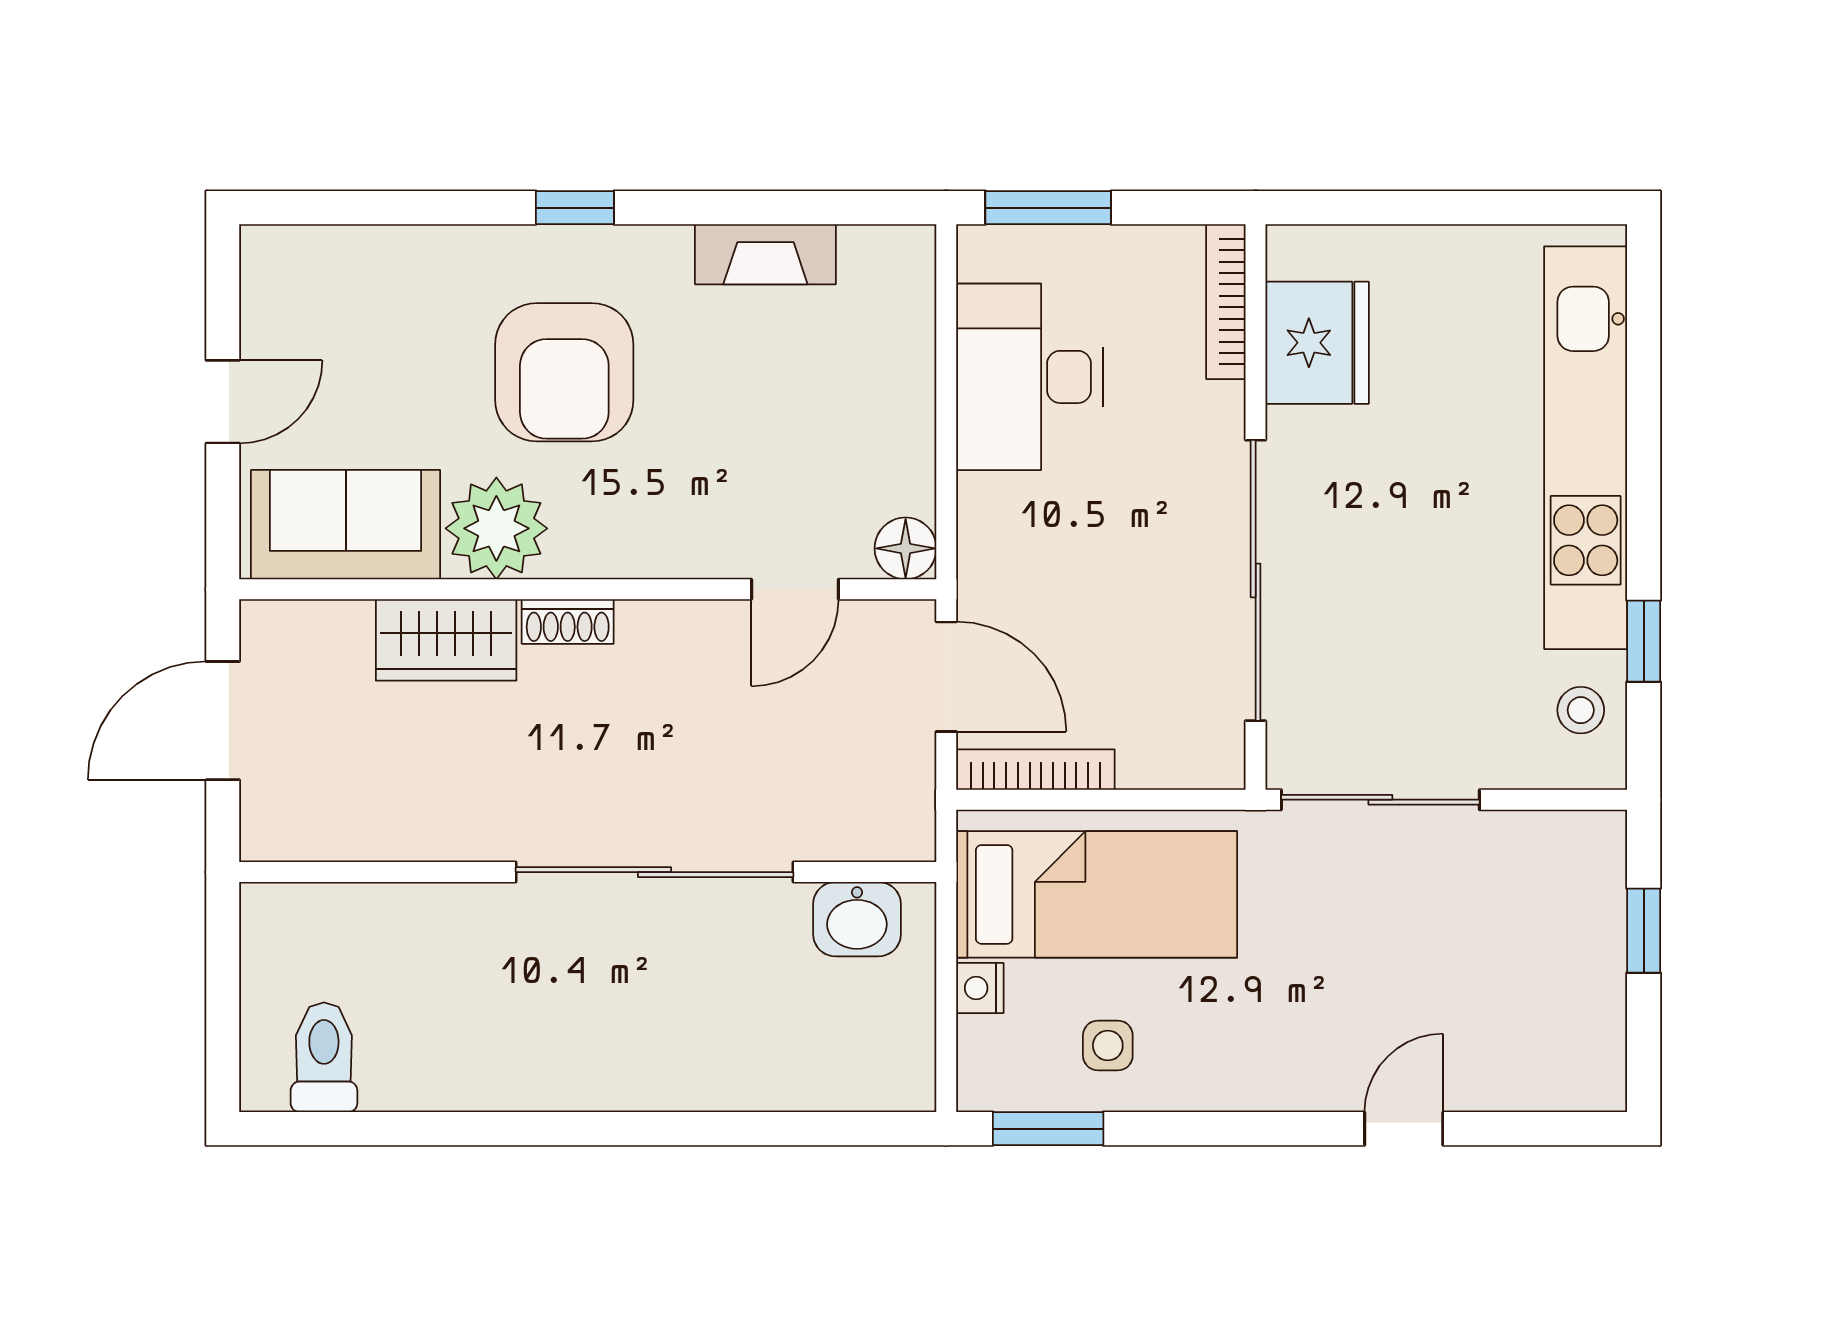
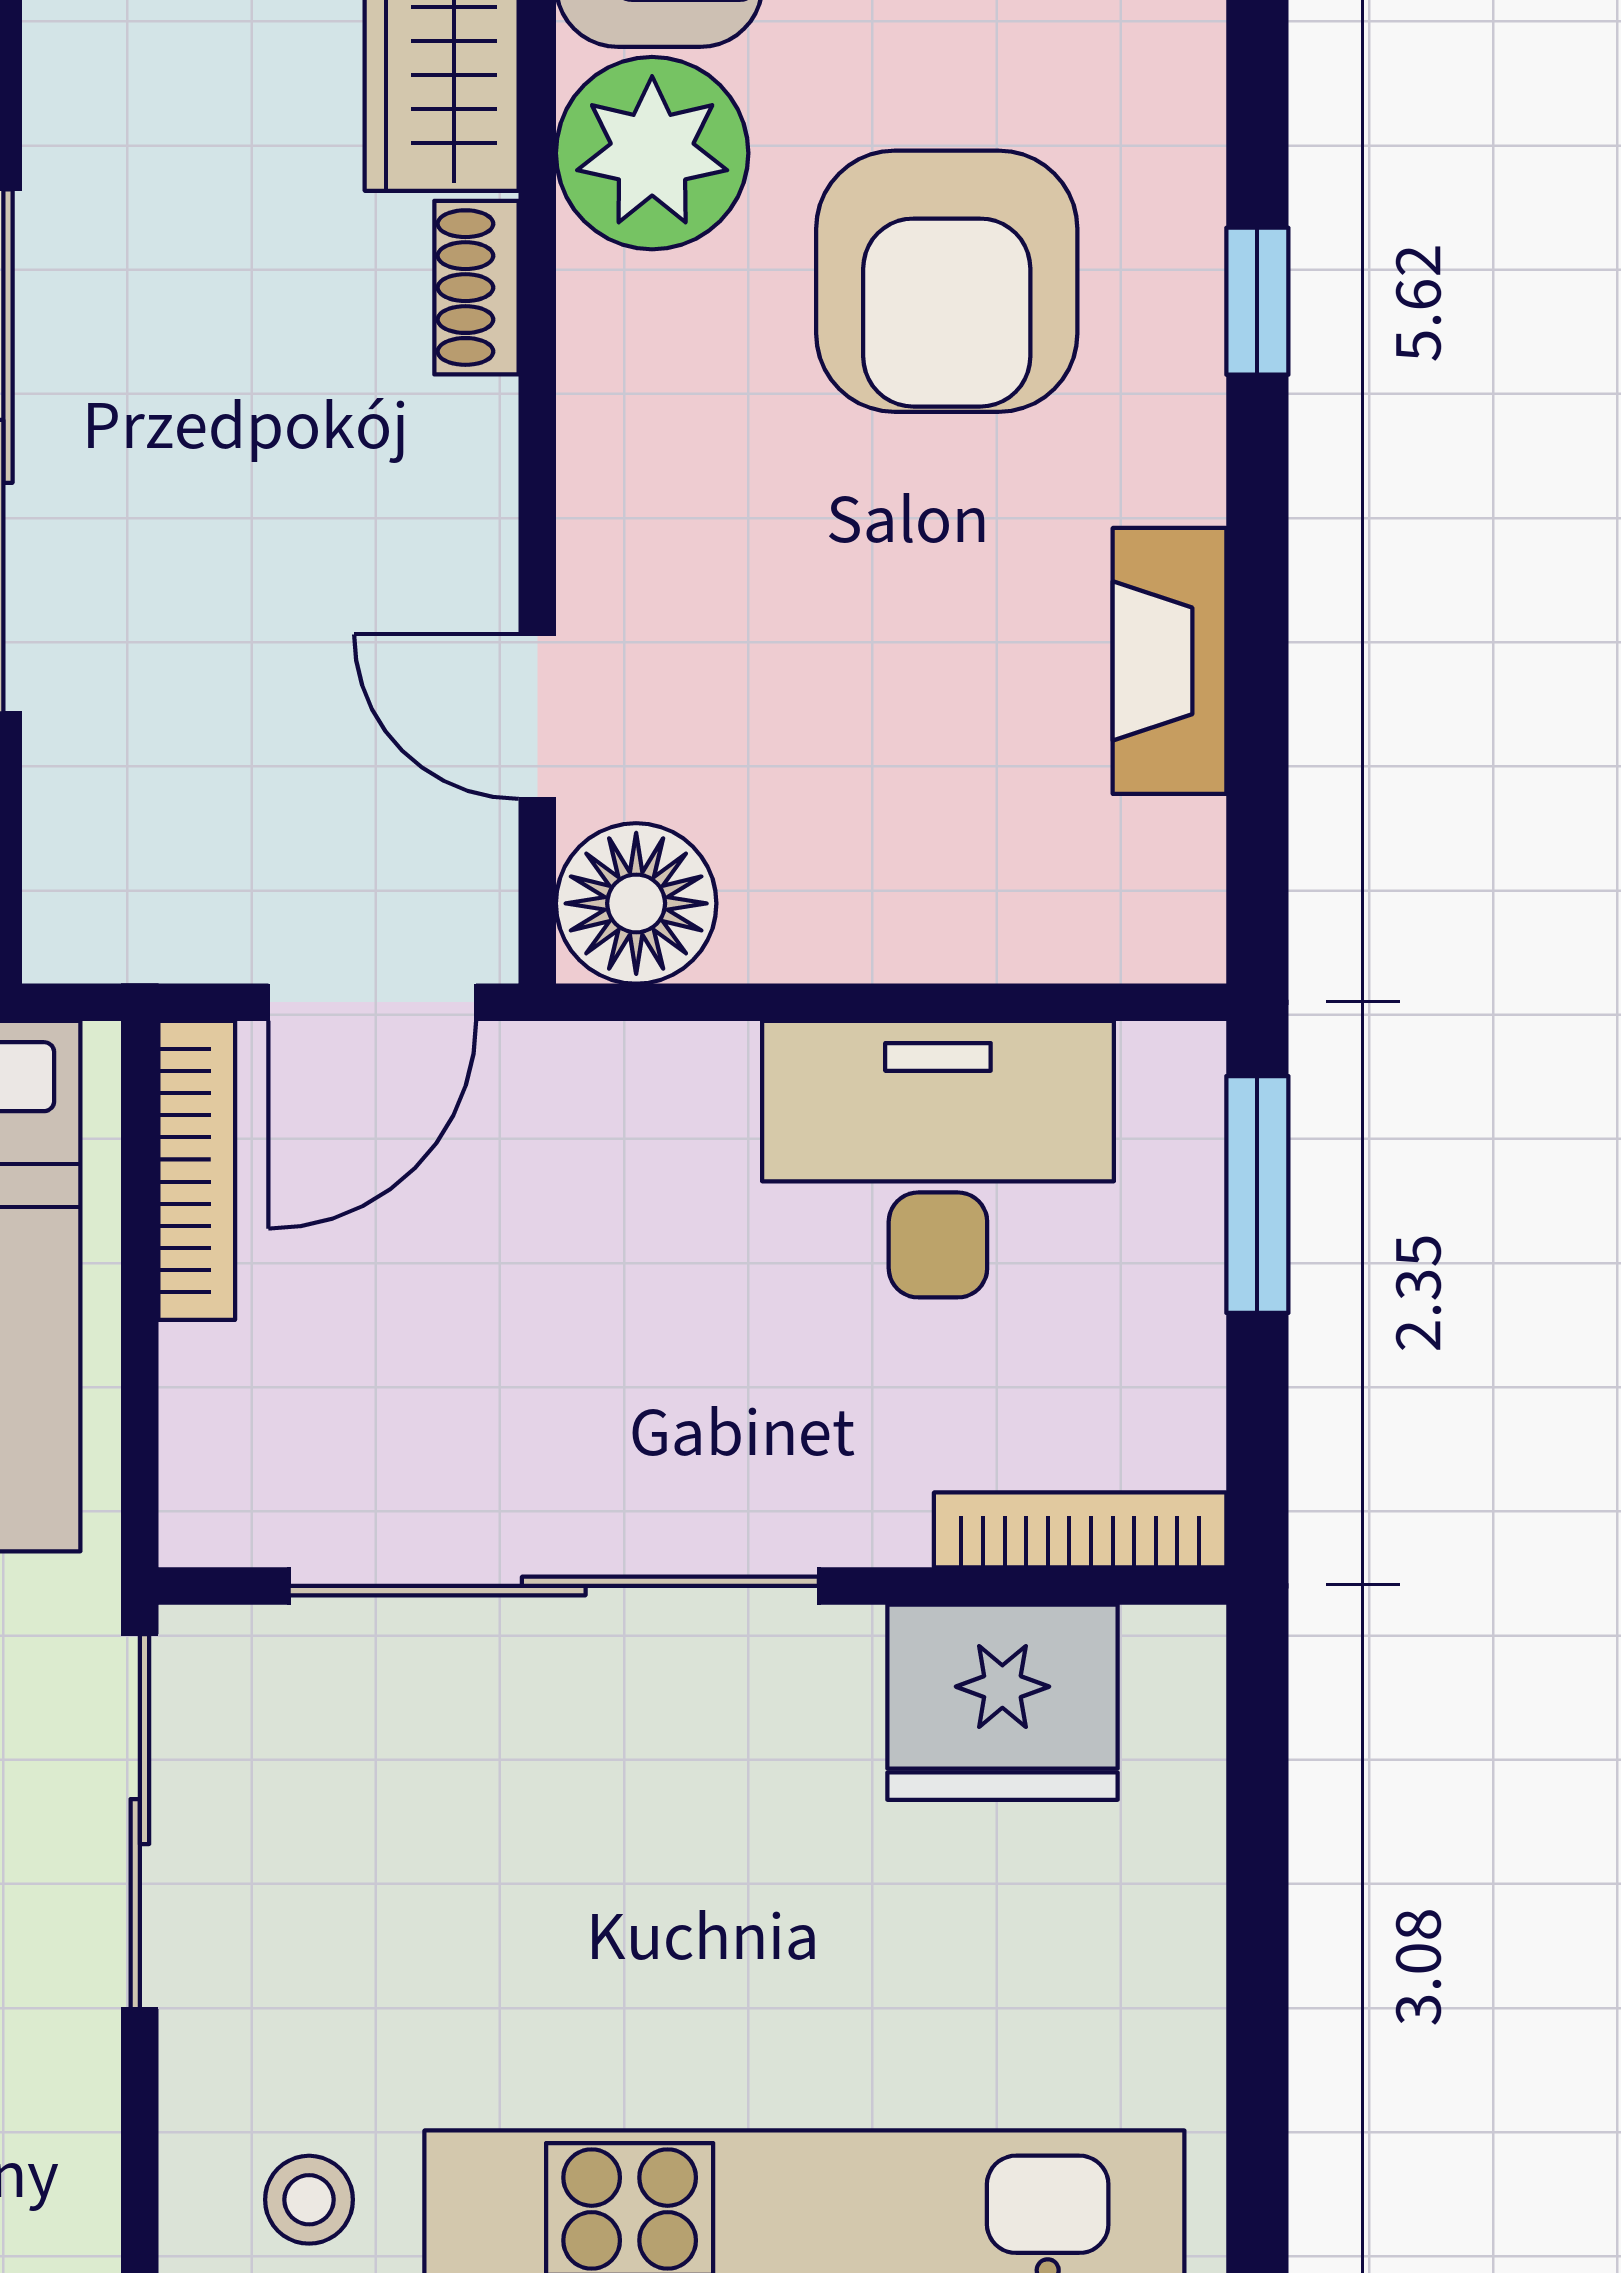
armchair: (564, 372) -> (947, 281), turned -90
floor lamp: (906, 548) -> (636, 903), width x1.38, depth x1.38

